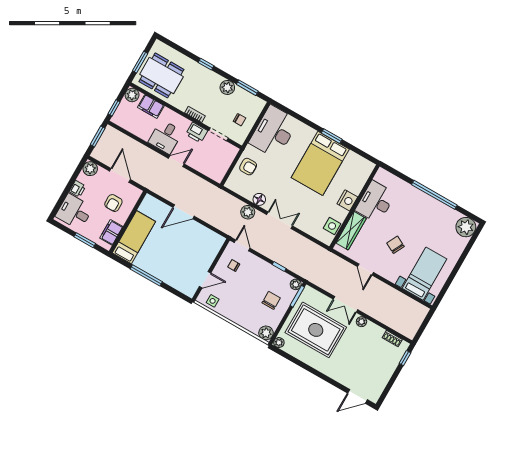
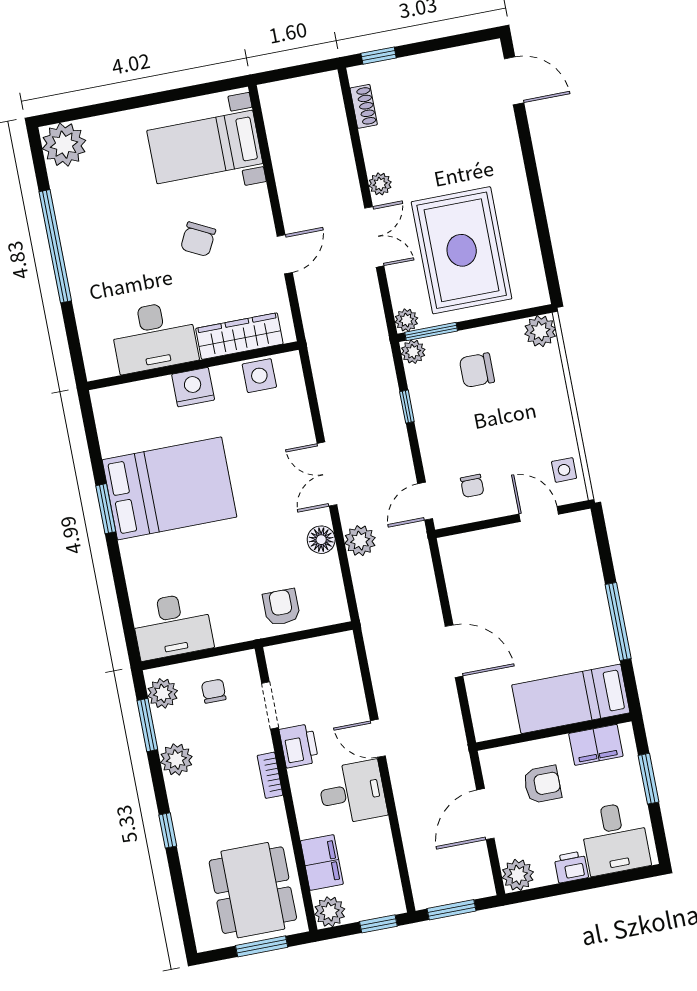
plant: (253, 102) -> (163, 693), added
desk: (274, 132) -> (172, 626), width x0.73, depth x0.77
plant: (279, 343) -> (406, 320), moved

